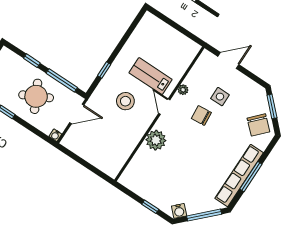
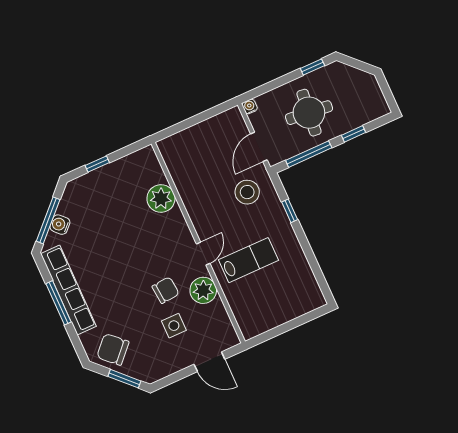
door: (228, 61) -> (209, 362), hinge flipped
plant: (183, 90) -> (203, 290), width x1.88, depth x1.88
round table: (36, 96) -> (309, 113), turned 33
stool: (125, 101) -> (247, 192), moved
door: (164, 107) -> (203, 254), hinge flipped
plant: (156, 140) -> (161, 198), moved
water cooler: (179, 211) -> (60, 225), moved

